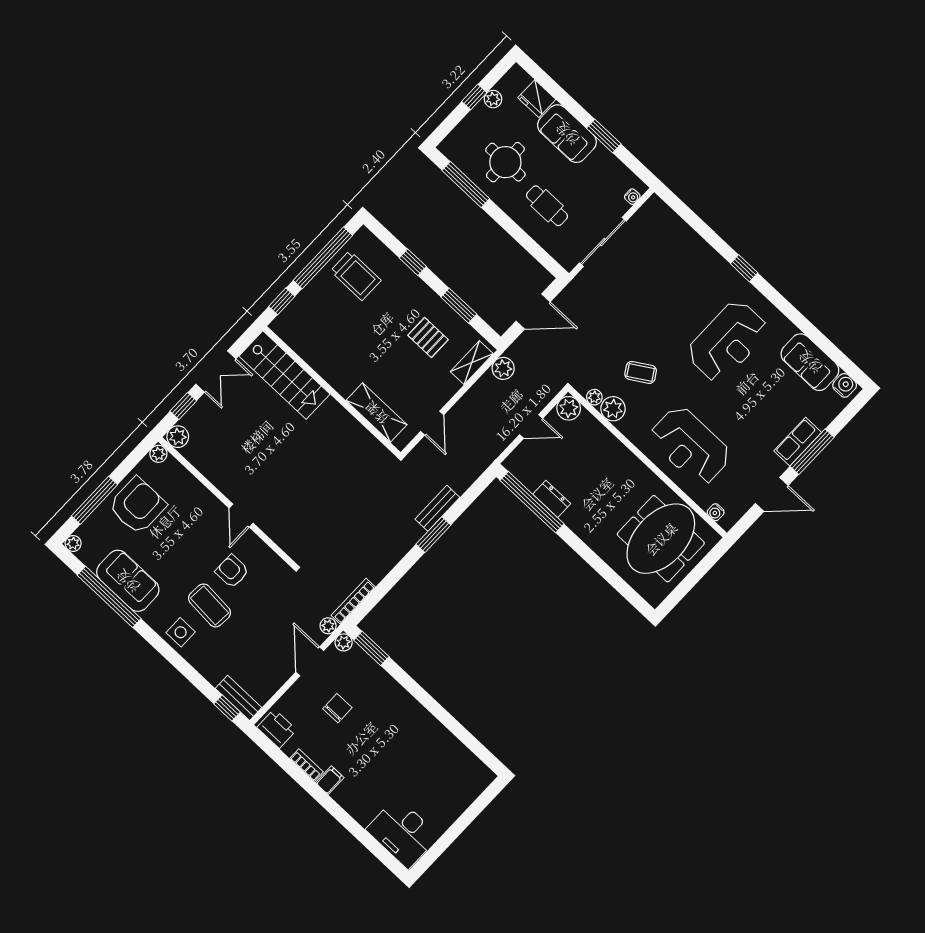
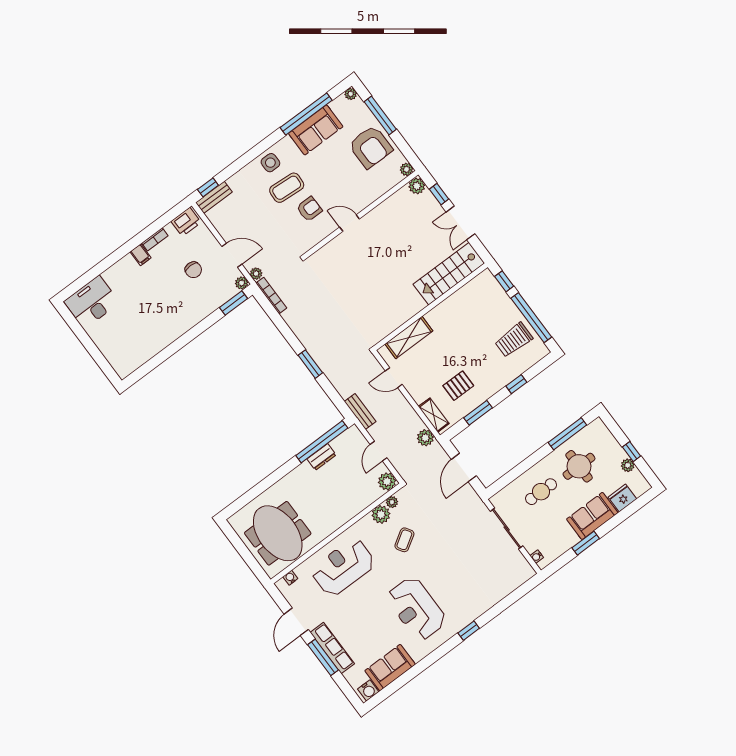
row of seats: (798, 442) -> (332, 648), width x1.48
bench: (437, 508) -> (360, 412), moved

